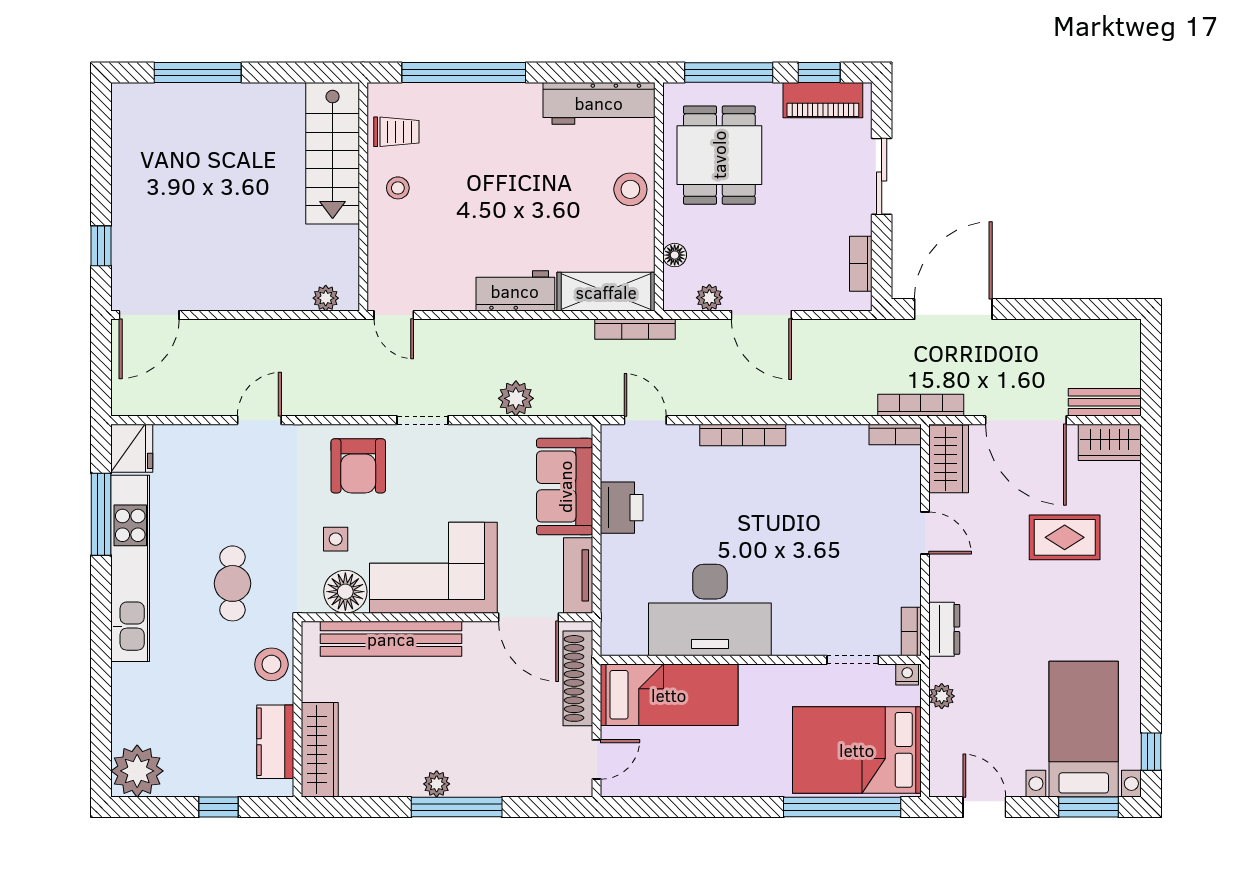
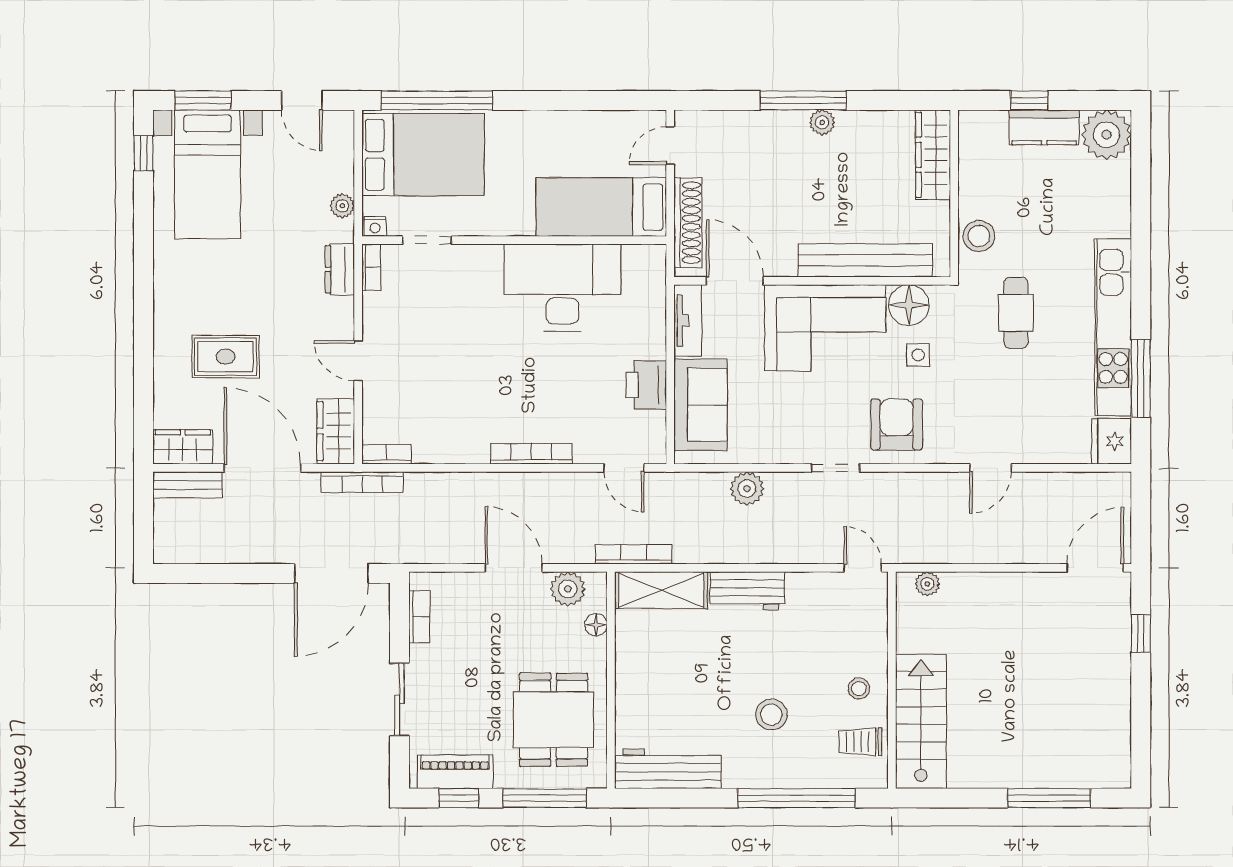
stool: (630, 189) -> (771, 715), moved
plant: (709, 298) -> (568, 589), width x1.38, depth x1.38
kitchen counter: (275, 742) -> (1044, 127), moved, turned 90

